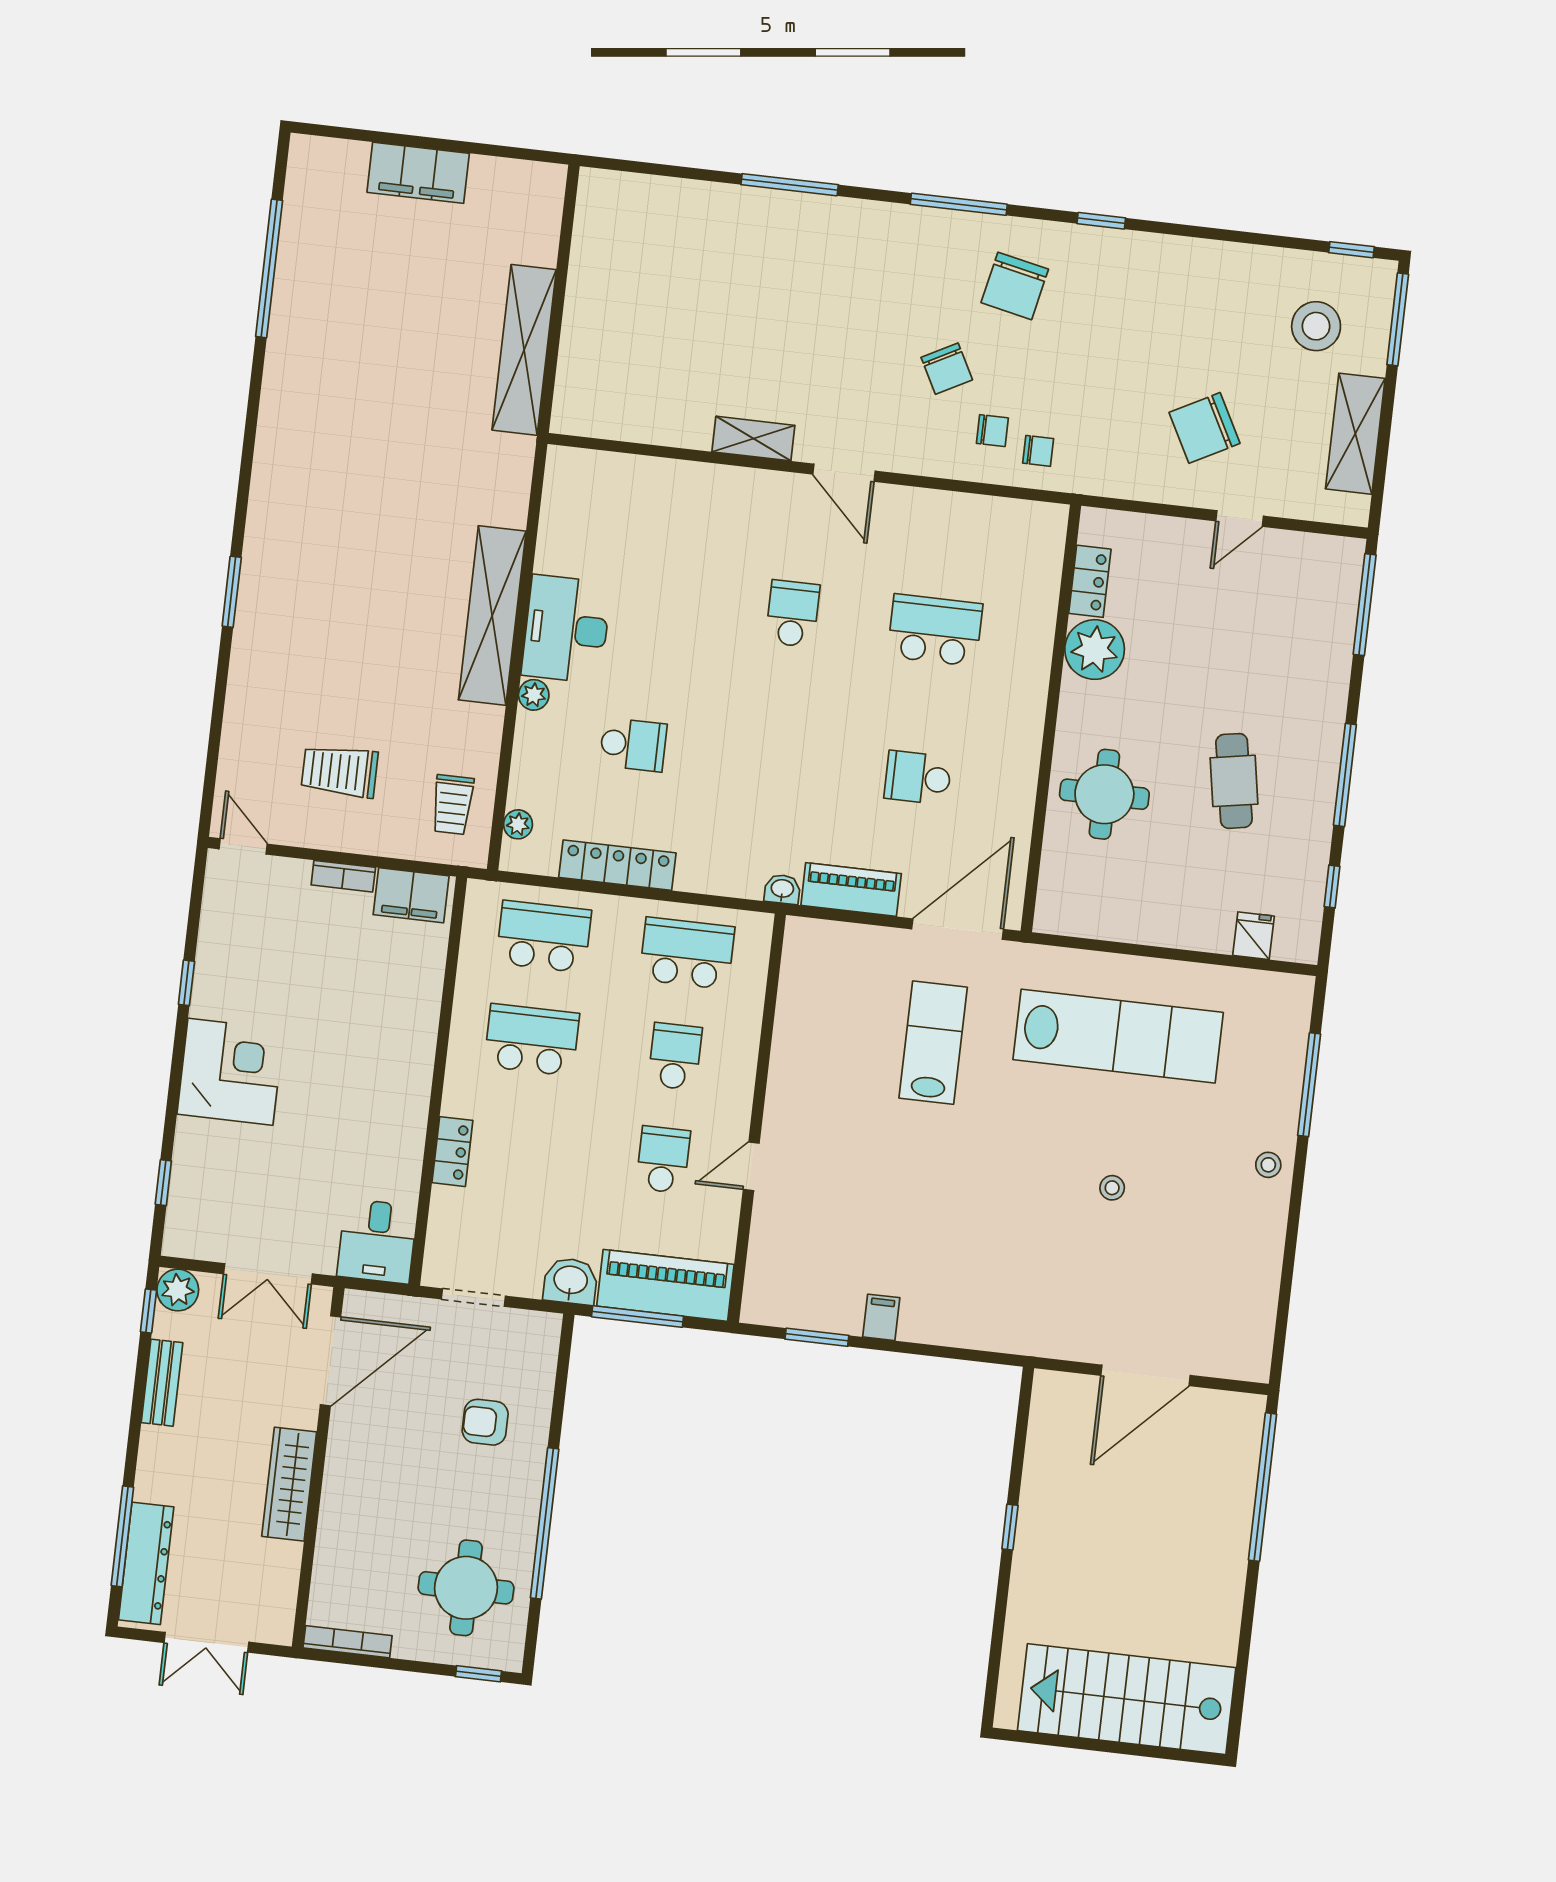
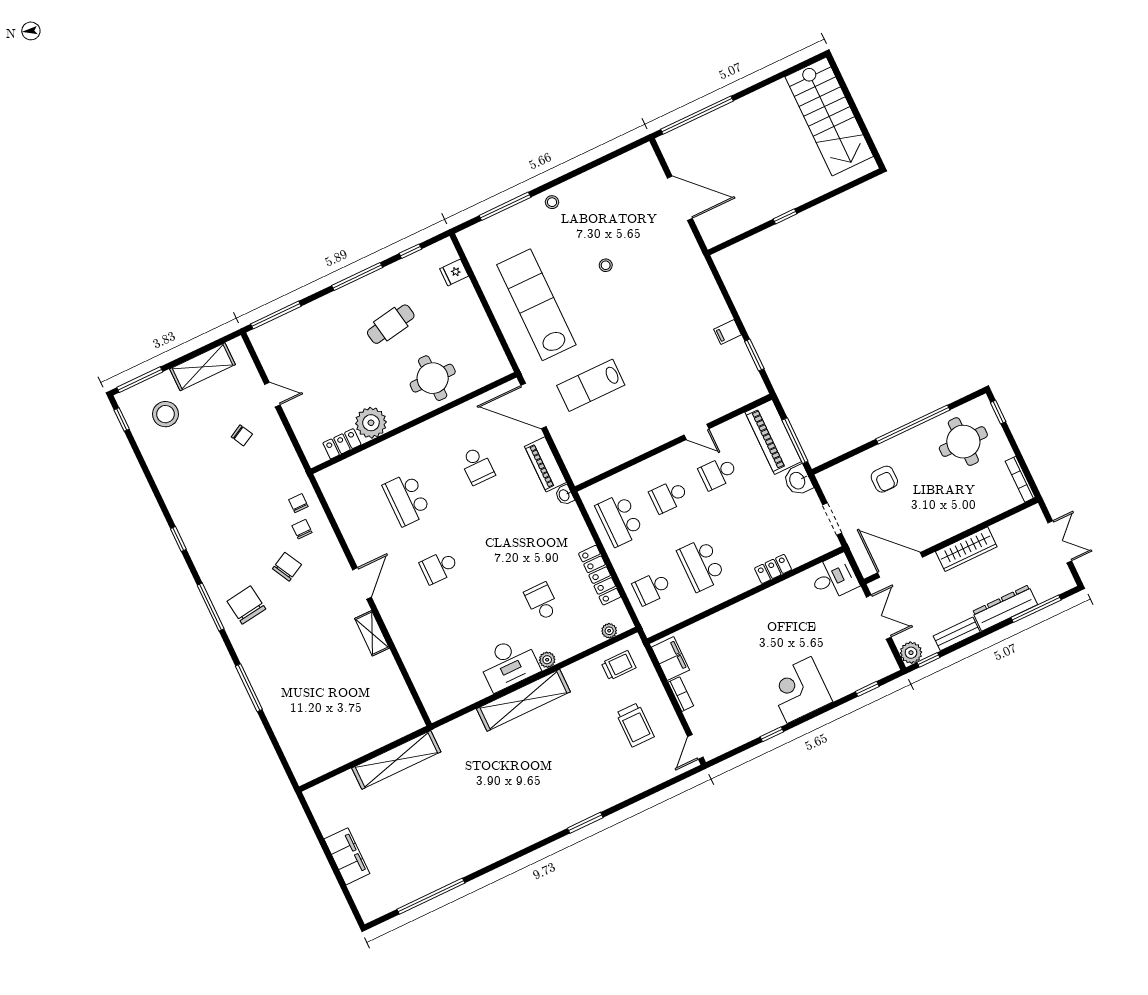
chair: (1015, 286) -> (246, 605), moved, turned -110
chair: (1204, 428) -> (242, 435), width x0.54, depth x0.54
school desk: (544, 937) -> (652, 588), width x0.54
dresser: (146, 1563) -> (1005, 608), moved

